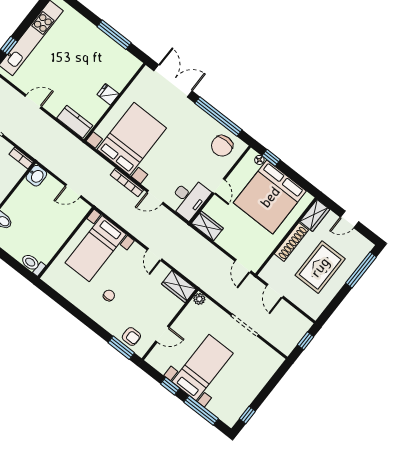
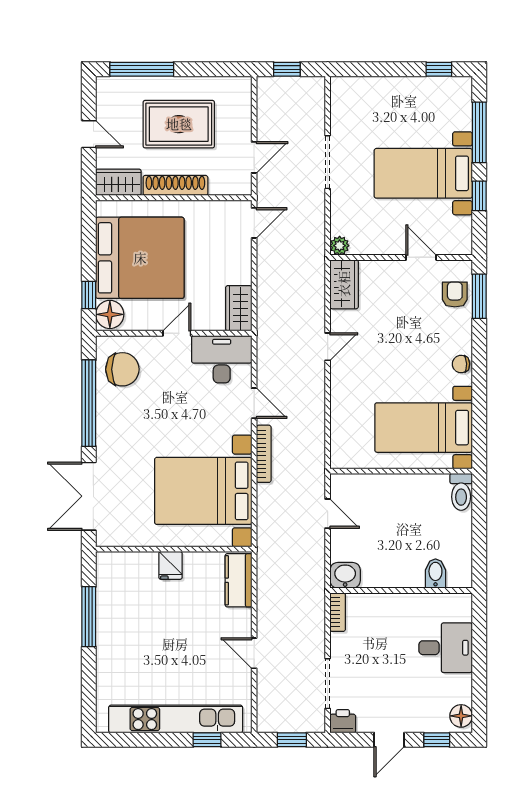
floor lamp: (259, 160) -> (110, 314), width x1.89, depth x1.89
bed with nightstands: (96, 249) -> (424, 428), moved, turned 180
chair: (109, 296) -> (461, 364), moved

